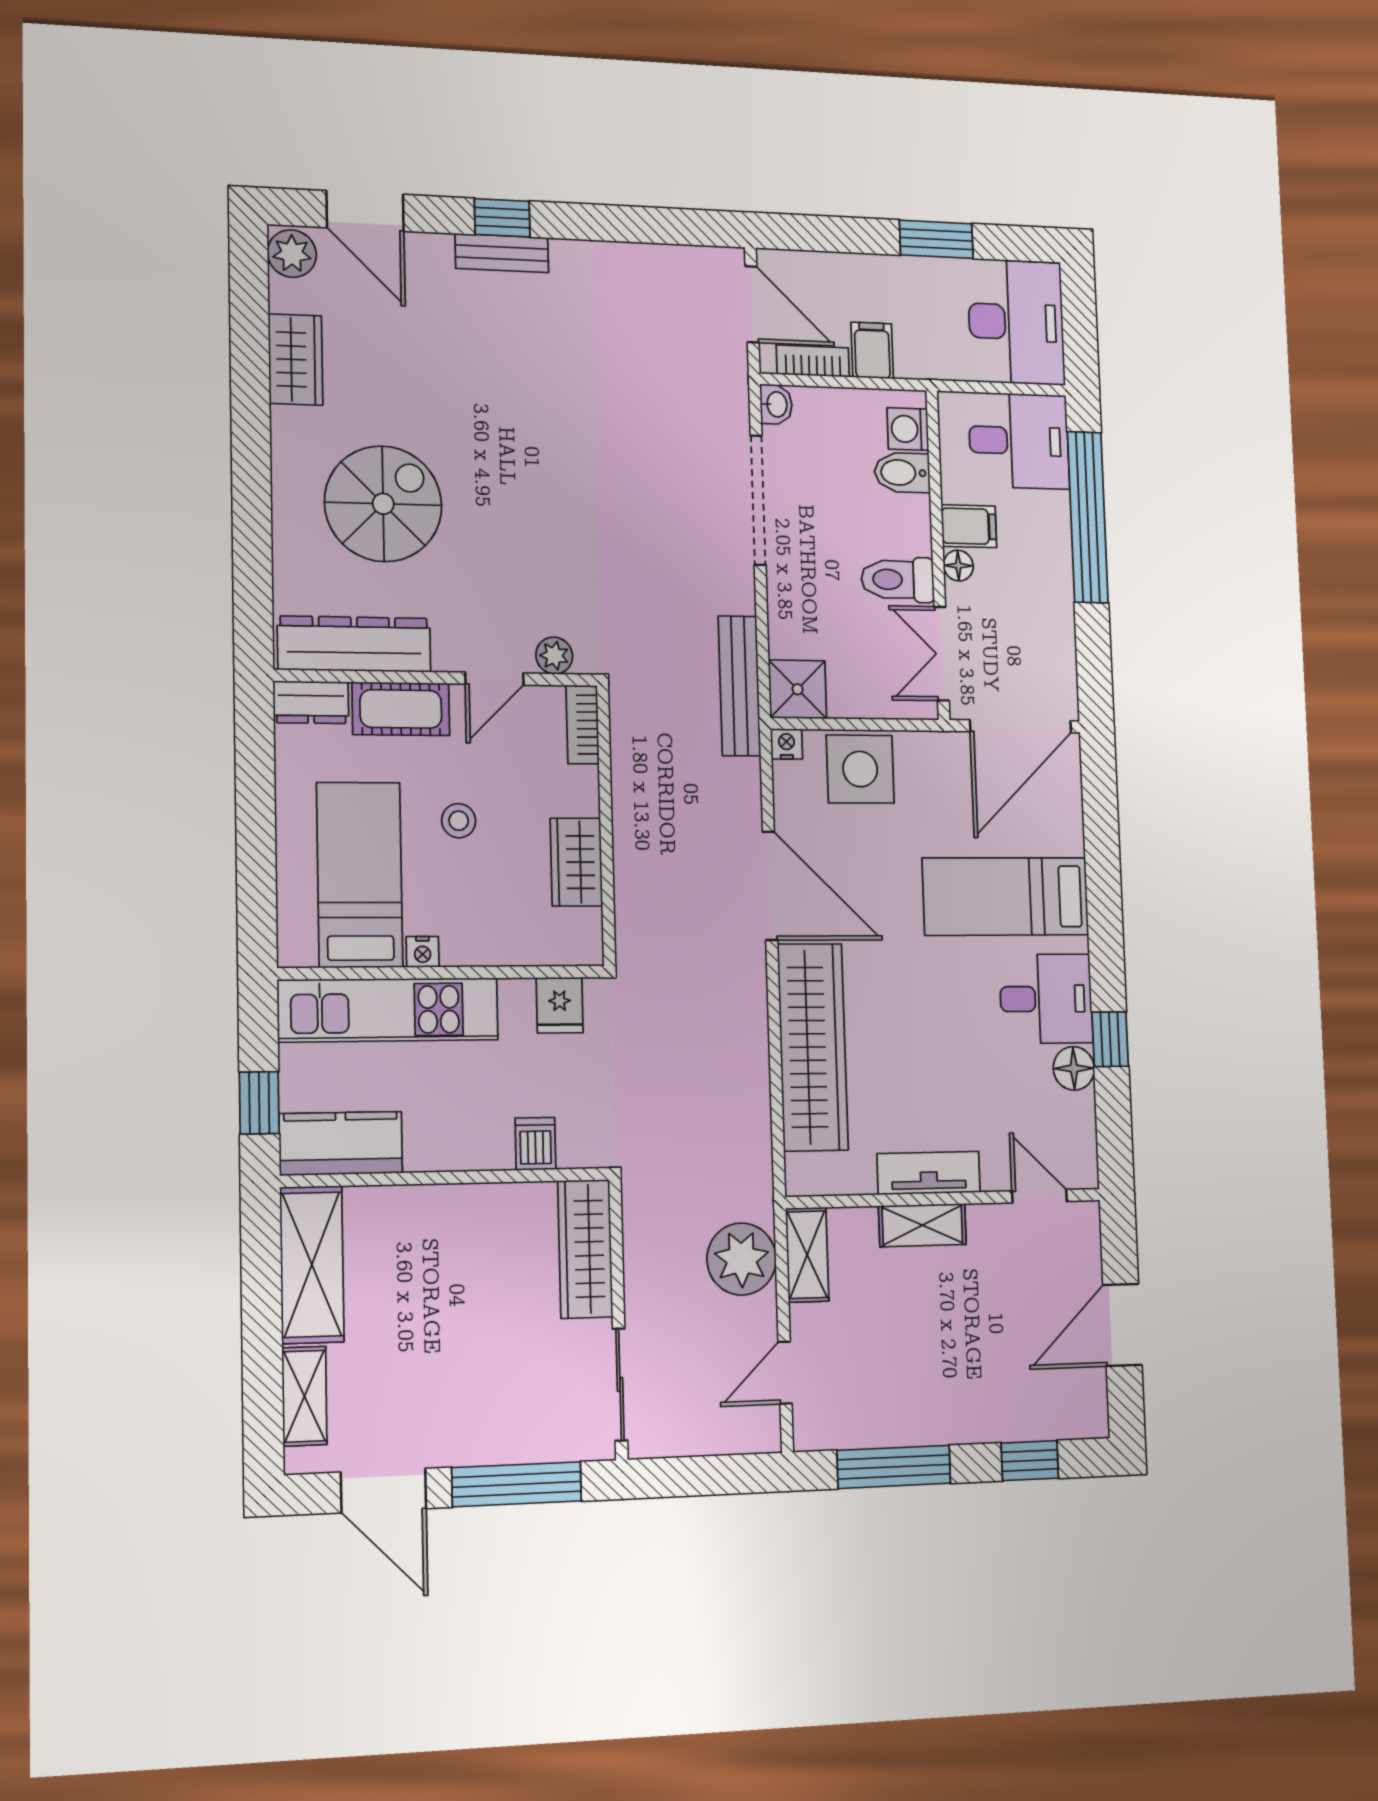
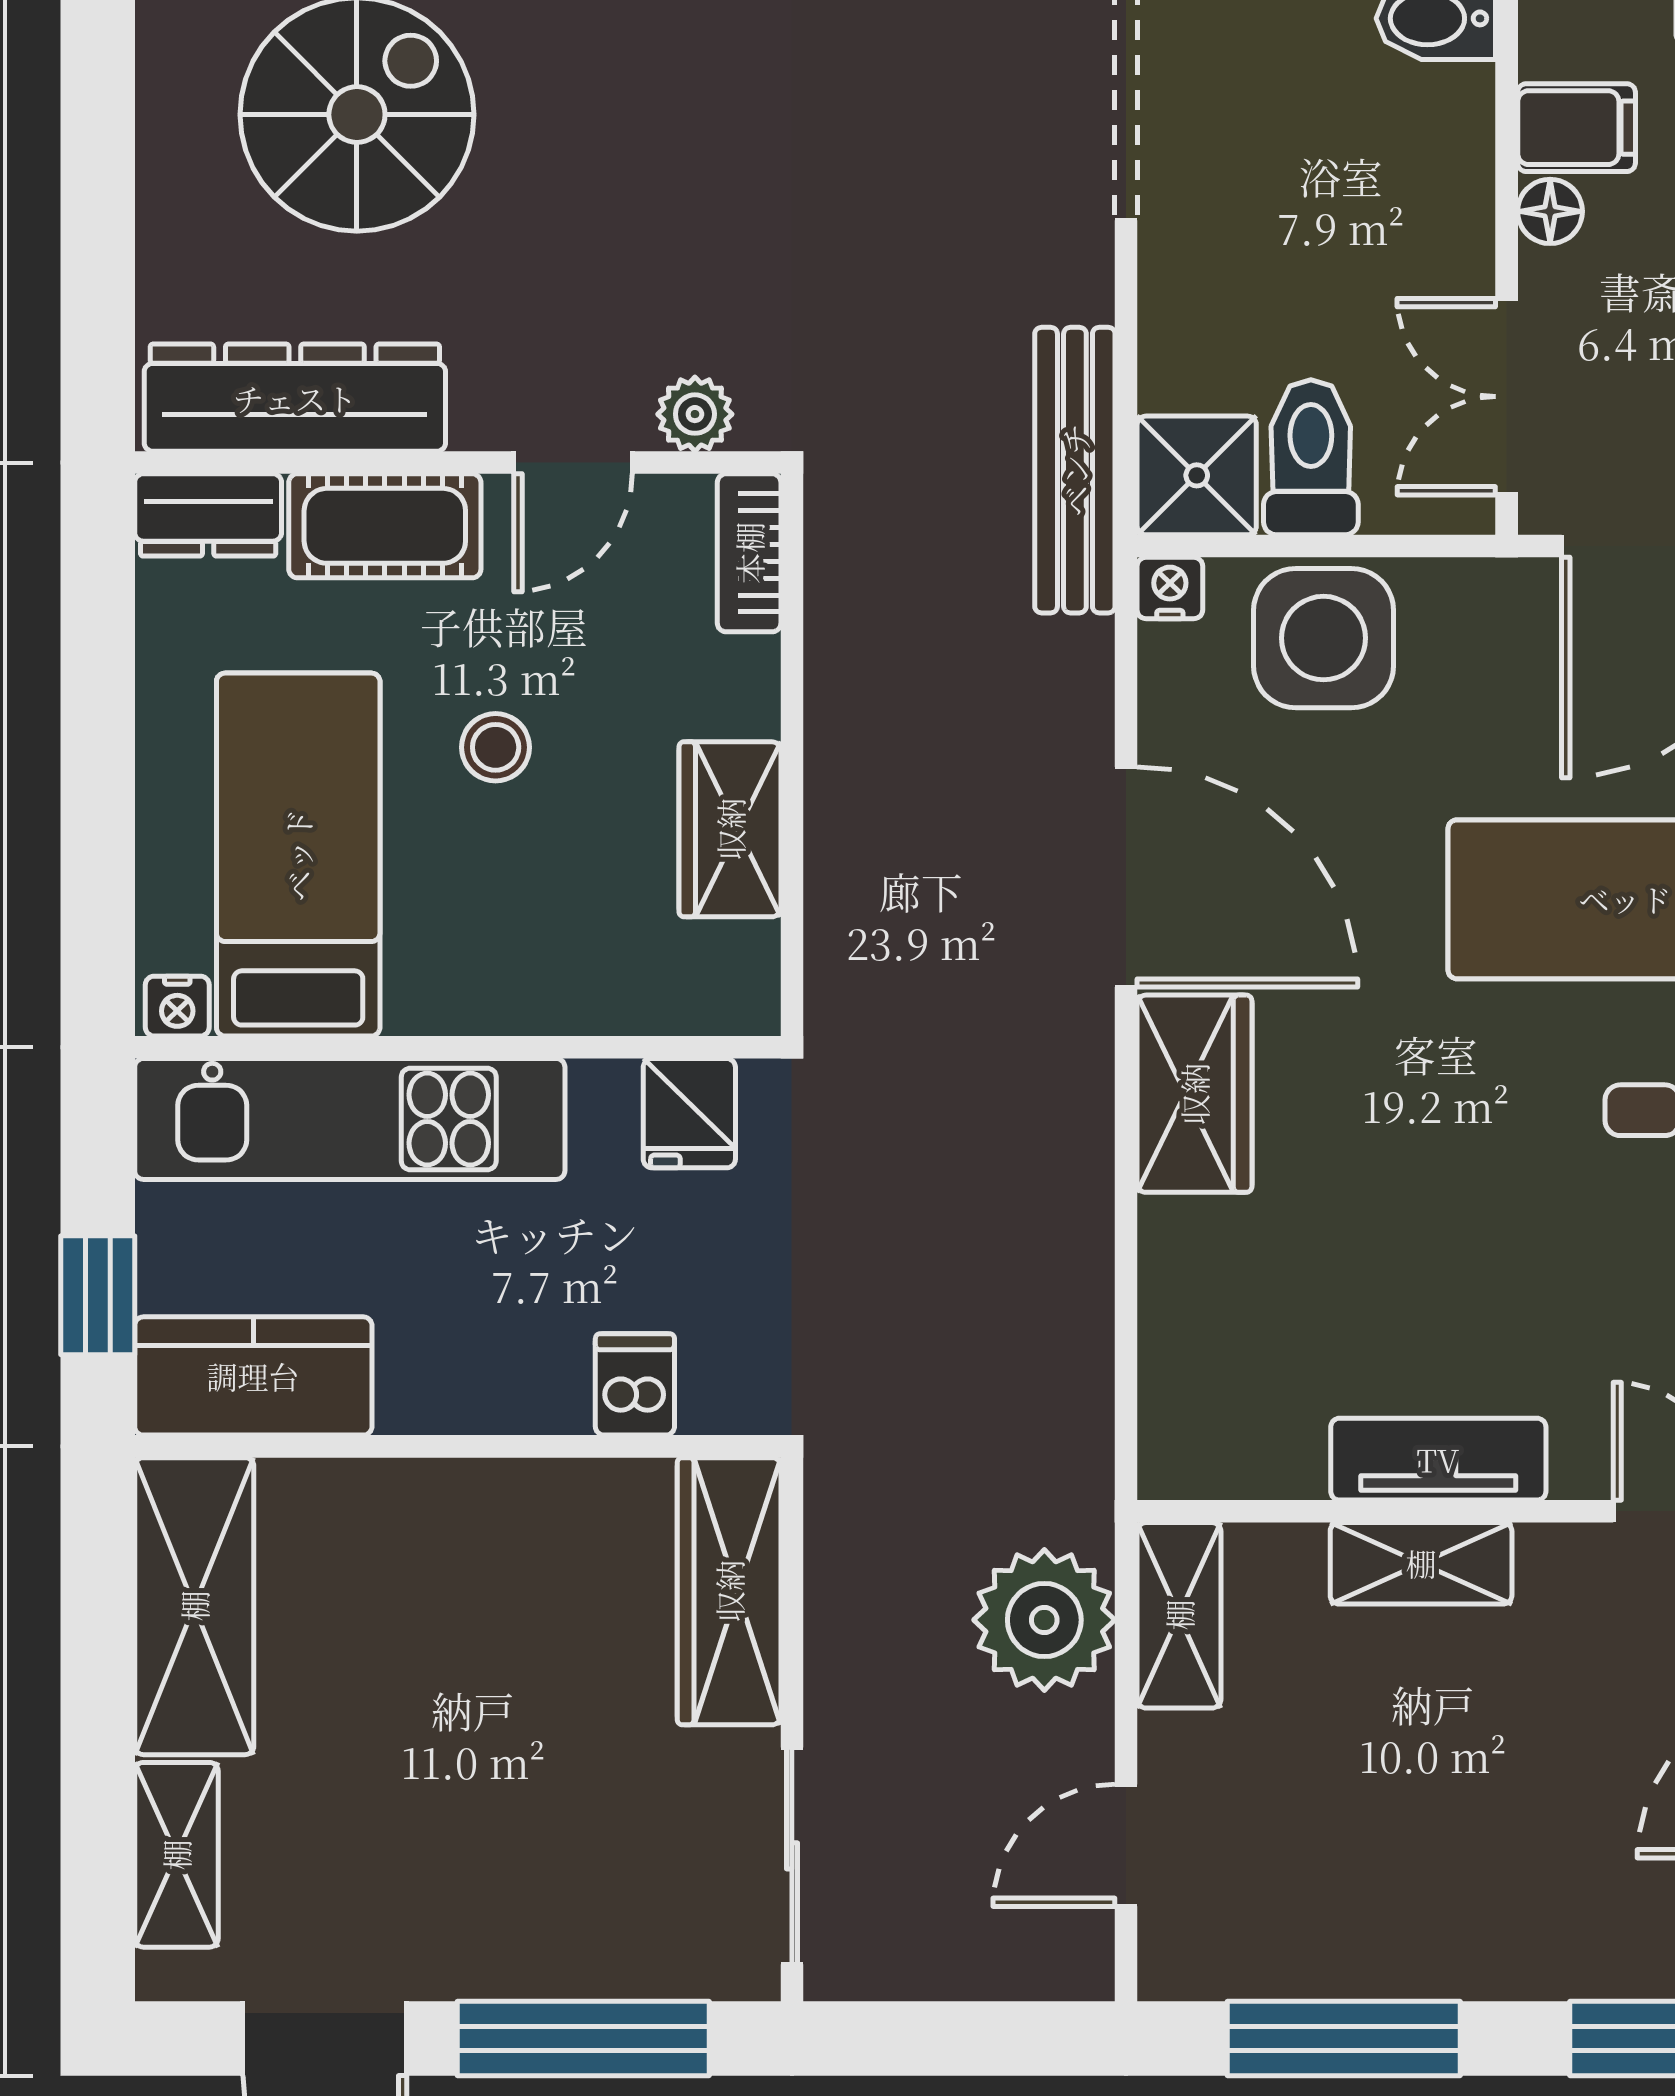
toilet: (898, 580) -> (1311, 457), moved, turned 90
nightstand: (423, 952) -> (177, 1006), moved
wardrobe: (813, 1047) -> (1194, 1094), width x0.48, depth x0.85

